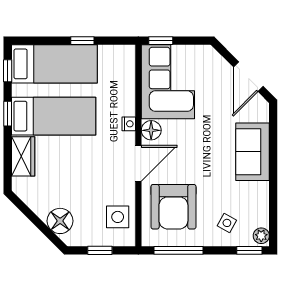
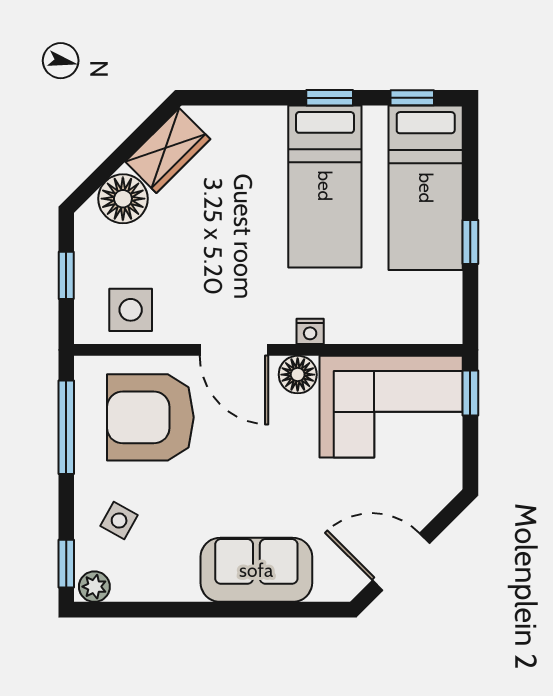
wardrobe: (23, 156) -> (168, 150), moved, turned -45

